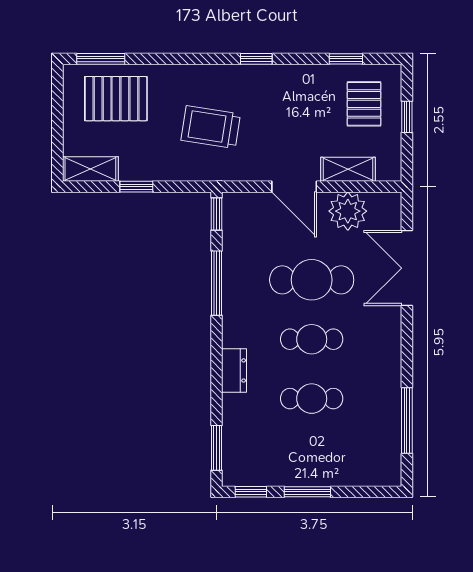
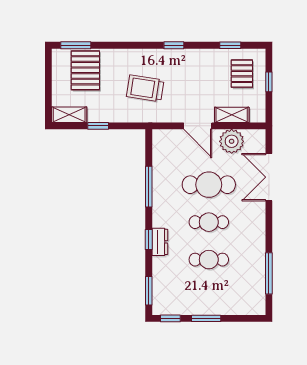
pallet: (116, 99) -> (85, 70), turned 90
window: (216, 214) -> (149, 239), moved

